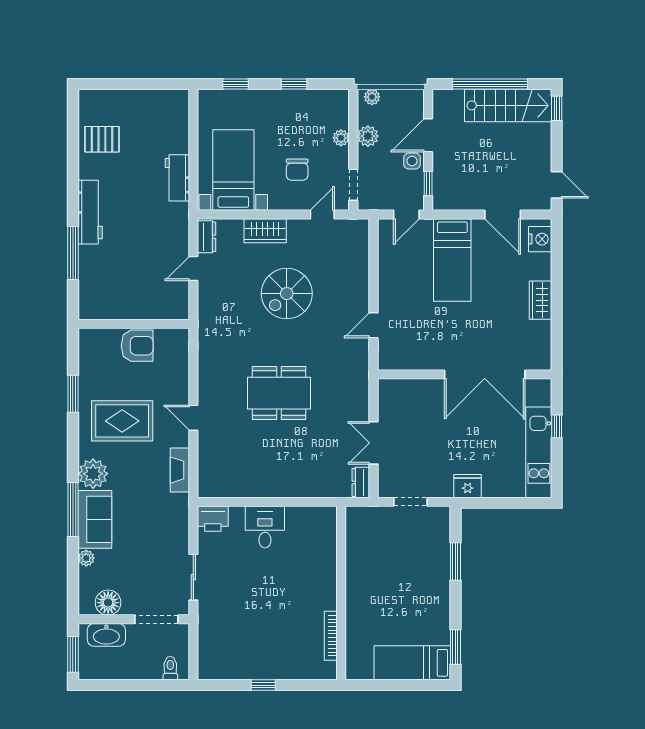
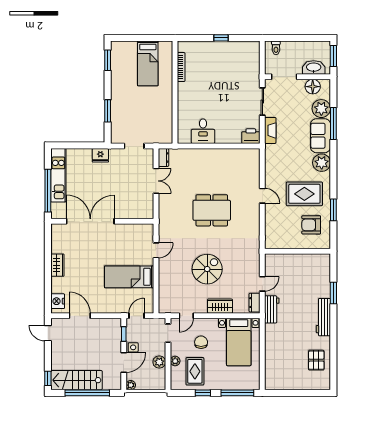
window: (236, 84) -> (237, 393), width x2.17
plant: (372, 97) -> (131, 385), moved
rug: (308, 120) -> (195, 371), added
pallet: (102, 139) -> (316, 360), turned 90
workbench: (177, 178) -> (272, 309), moved
window: (73, 253) -> (333, 293), width x0.69
bed: (452, 260) -> (129, 277), moved, turned -90
armchair: (137, 346) -> (311, 225), moved
window: (557, 426) -> (48, 191), width x3.17
fireplace: (180, 470) -> (270, 130), moved
window: (73, 510) -> (333, 123), moved
desk: (265, 527) -> (203, 131), moved
plant: (86, 558) -> (321, 109), width x1.87, depth x1.87
bed: (412, 663) -> (148, 63), moved, turned 90

